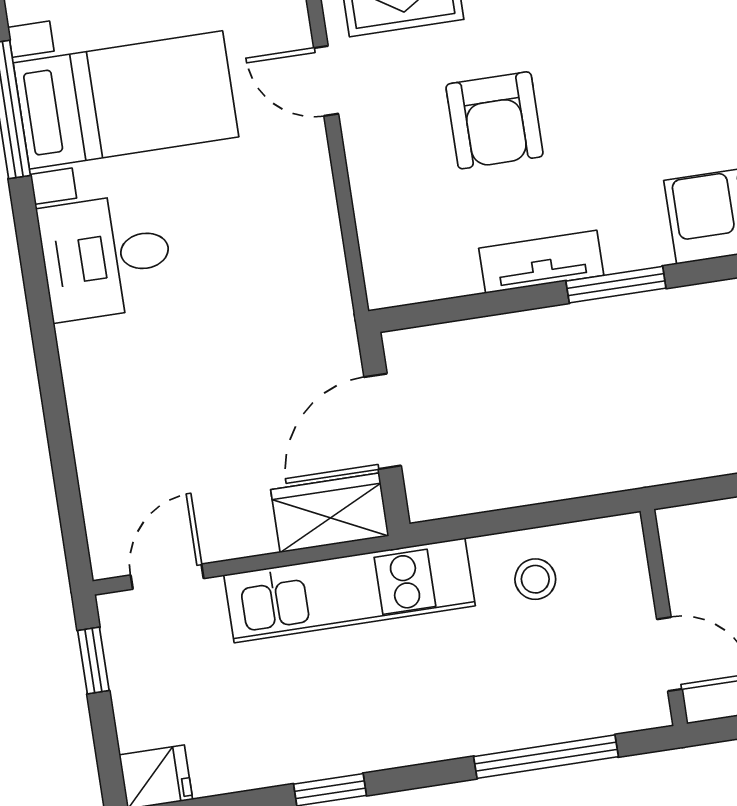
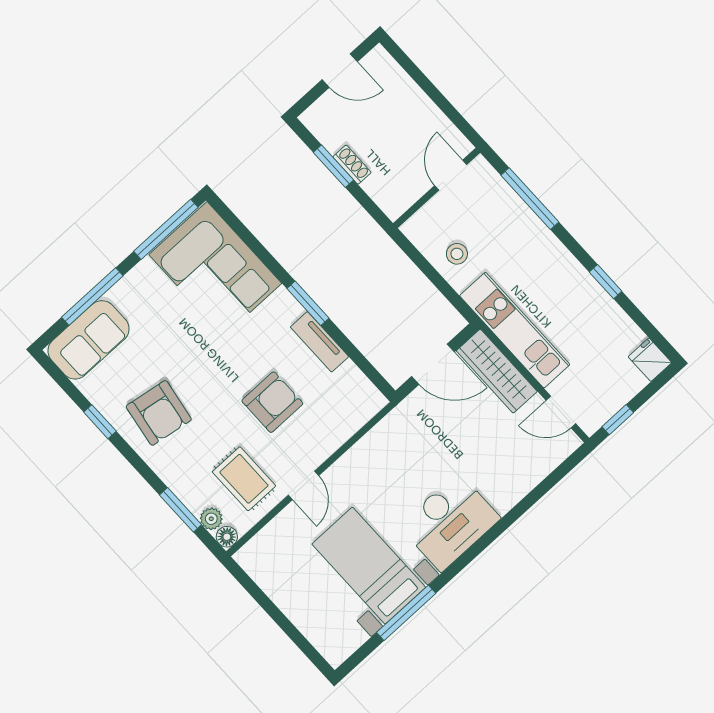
desk: (106, 257) -> (450, 522), width x1.37
wardrobe: (330, 513) -> (497, 371), width x1.50

